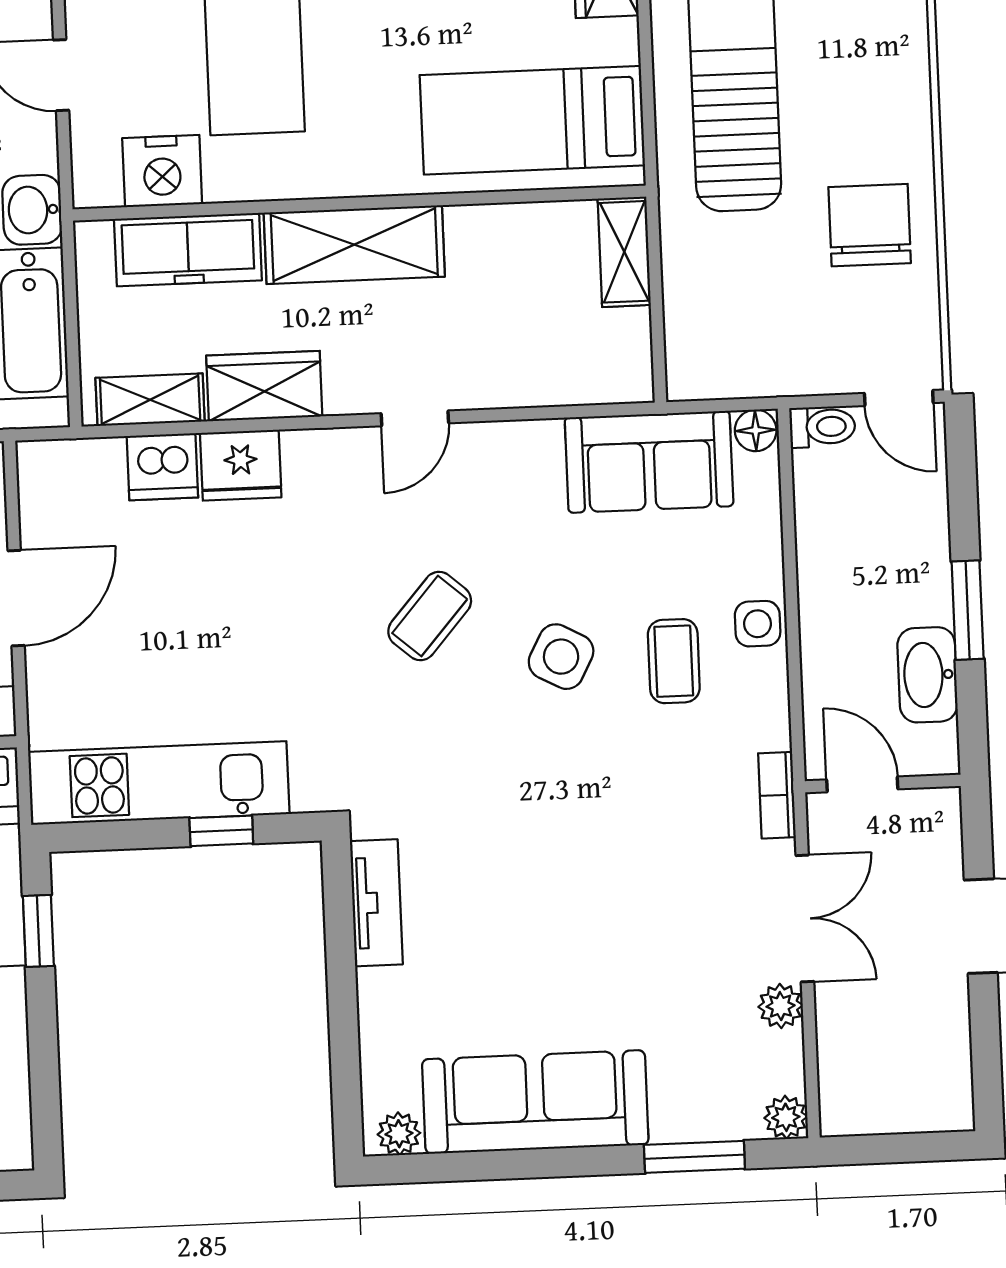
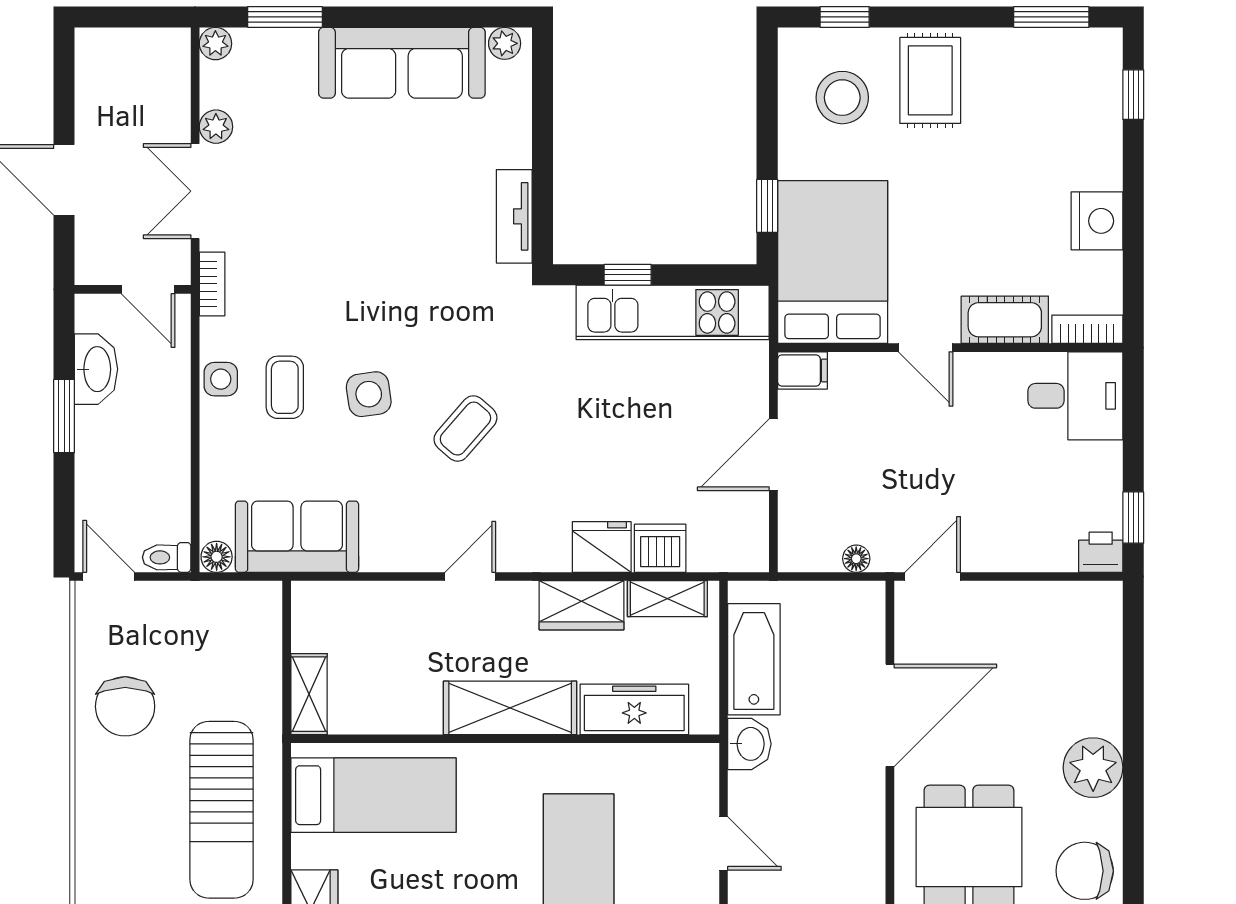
nightstand: (162, 171) -> (651, 769), removed
side table: (758, 624) -> (221, 379), moved
side table: (561, 657) -> (369, 394), turned -36

